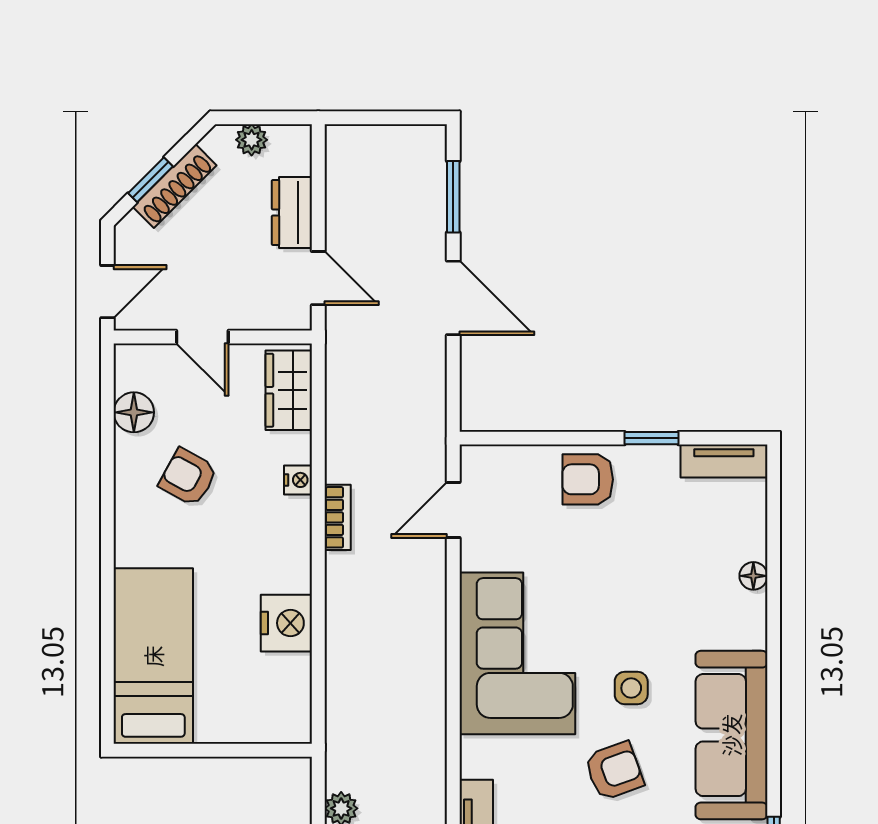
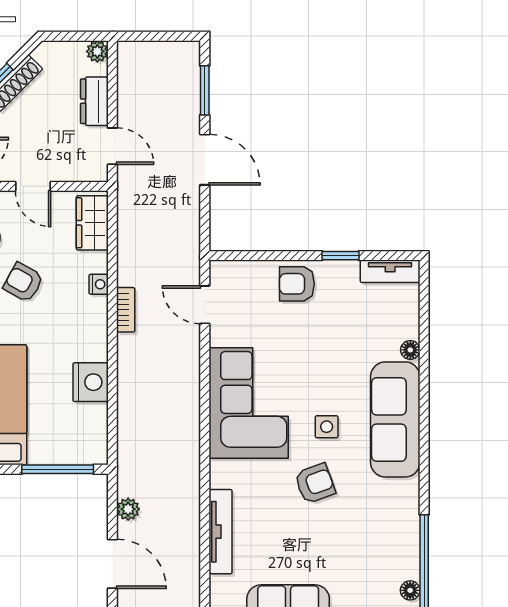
plant: (252, 140) -> (97, 51), moved
door: (453, 510) -> (205, 305), hinge flipped
sofa: (731, 735) -> (395, 419), moved
window: (238, 750) -> (58, 469), added

